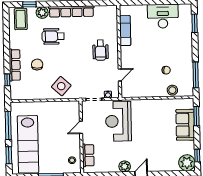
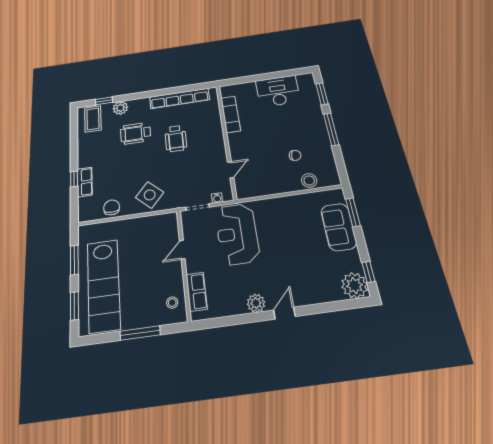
row of seats: (71, 11) -> (179, 98), moved
wheelchair: (100, 50) -> (176, 138), moved
chair: (37, 64) -> (112, 207), moved
row of seats: (15, 65) -> (85, 182), width x0.68
window: (196, 75) -> (331, 129), moved
window: (7, 80) -> (74, 179), moved
window: (8, 126) -> (74, 260), width x0.69

